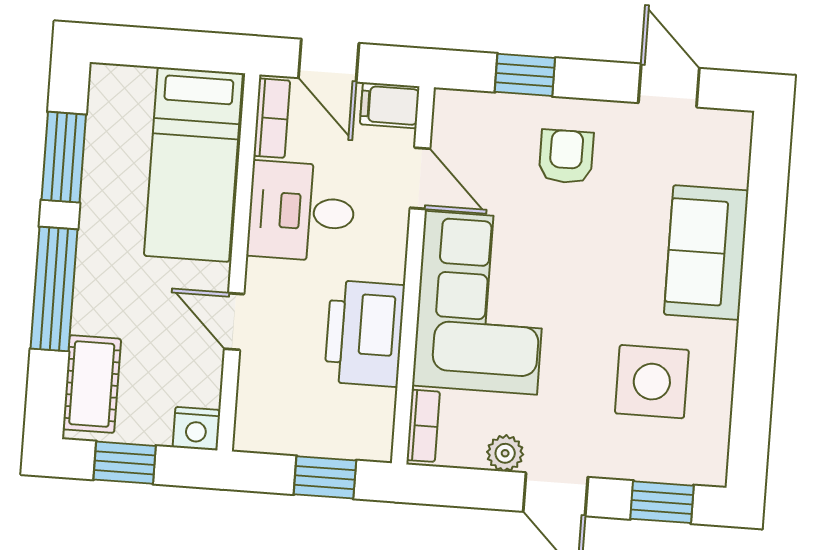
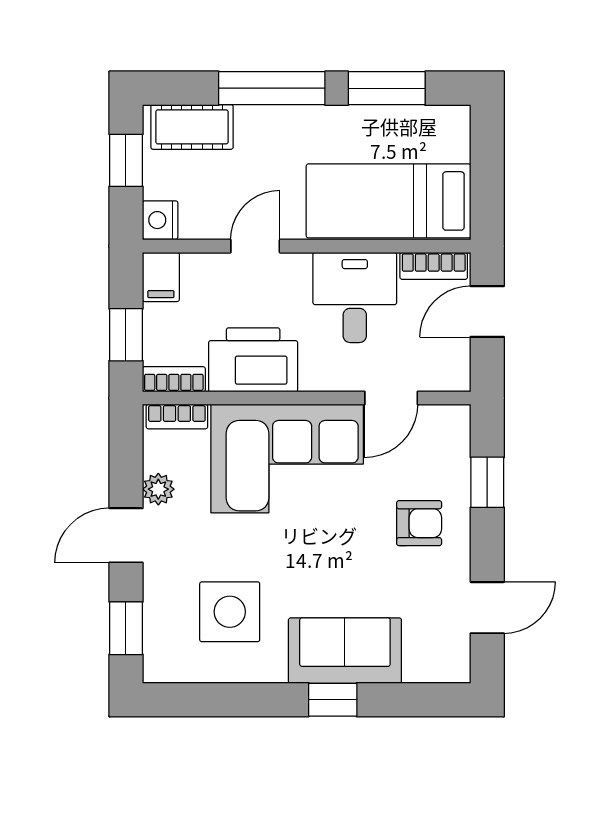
filing cabinet: (390, 105) -> (161, 277), moved, turned 180
window: (762, 271) -> (333, 700), added
bookcase: (380, 426) -> (174, 379), added

